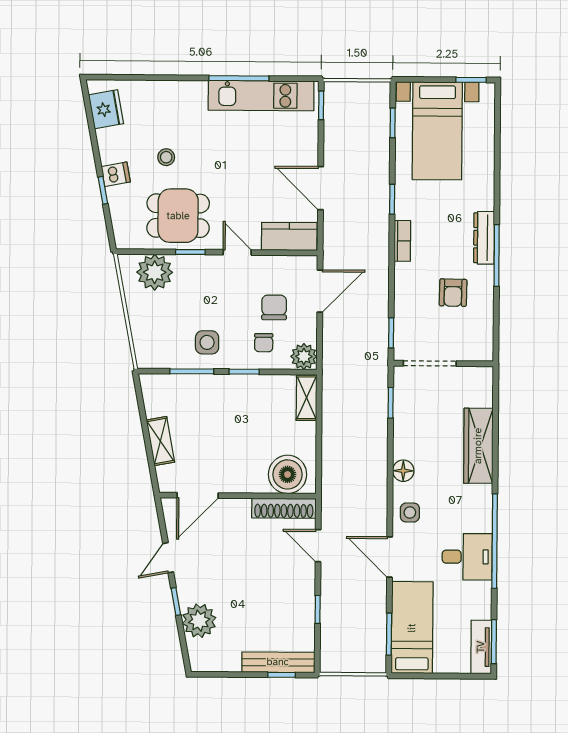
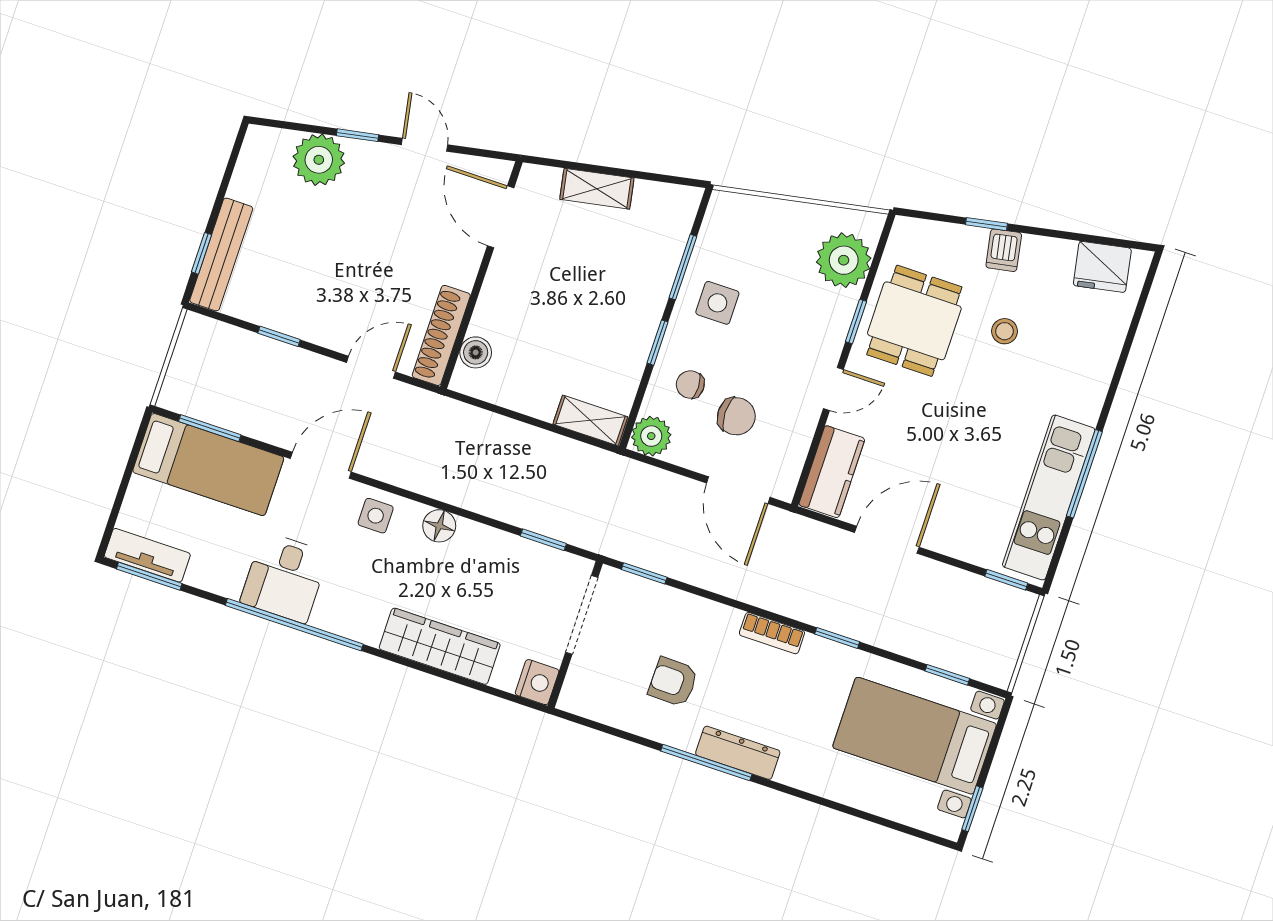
nightstand: (481, 378) -> (537, 682), added
boiler: (288, 474) -> (476, 352), width x0.54, depth x0.54

